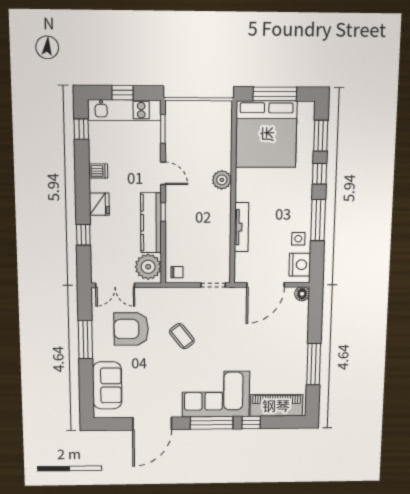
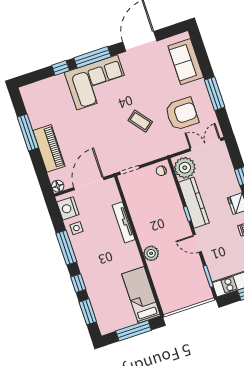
bed: (266, 134) -> (141, 295), width x0.49
piano: (276, 405) -> (49, 148), moved, turned -90

